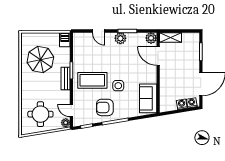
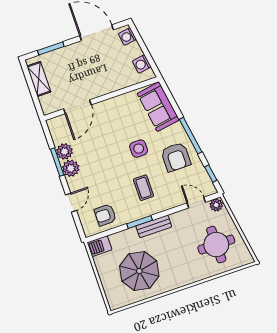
shelving: (170, 37) -> (39, 79), moved
plant: (151, 38) -> (64, 151), moved
armchair: (83, 50) -> (105, 215), added
coffee table: (92, 80) -> (143, 188), width x0.54, depth x0.58
sofa: (148, 98) -> (158, 107), moved, turned 81
washing machine: (182, 104) -> (142, 64), moved
door: (71, 111) -> (196, 203), swing flipped

